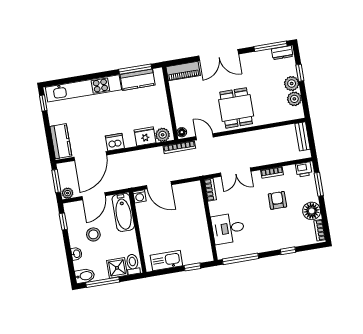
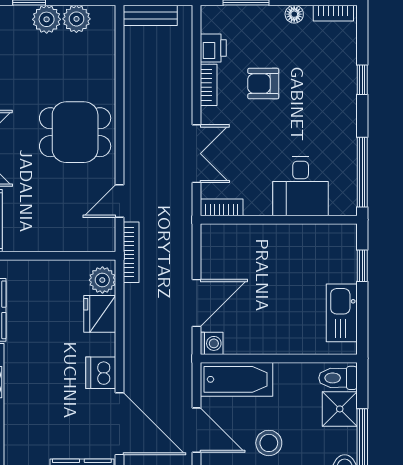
floor lamp: (182, 132) -> (104, 243), removed
printer: (304, 169) -> (213, 48), moved
floor lamp: (312, 211) -> (294, 14), width x0.53, depth x0.53

